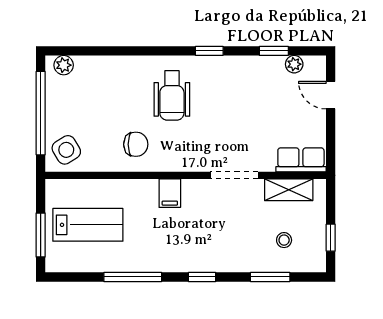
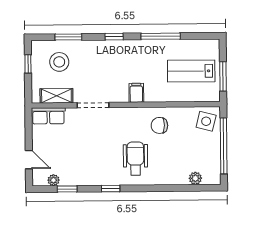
plant: (64, 65) -> (195, 178), moved
side table: (66, 150) -> (206, 121), turned 45
window: (41, 235) -> (223, 76), moved
stool: (284, 240) -> (59, 62), width x1.89, depth x1.89

